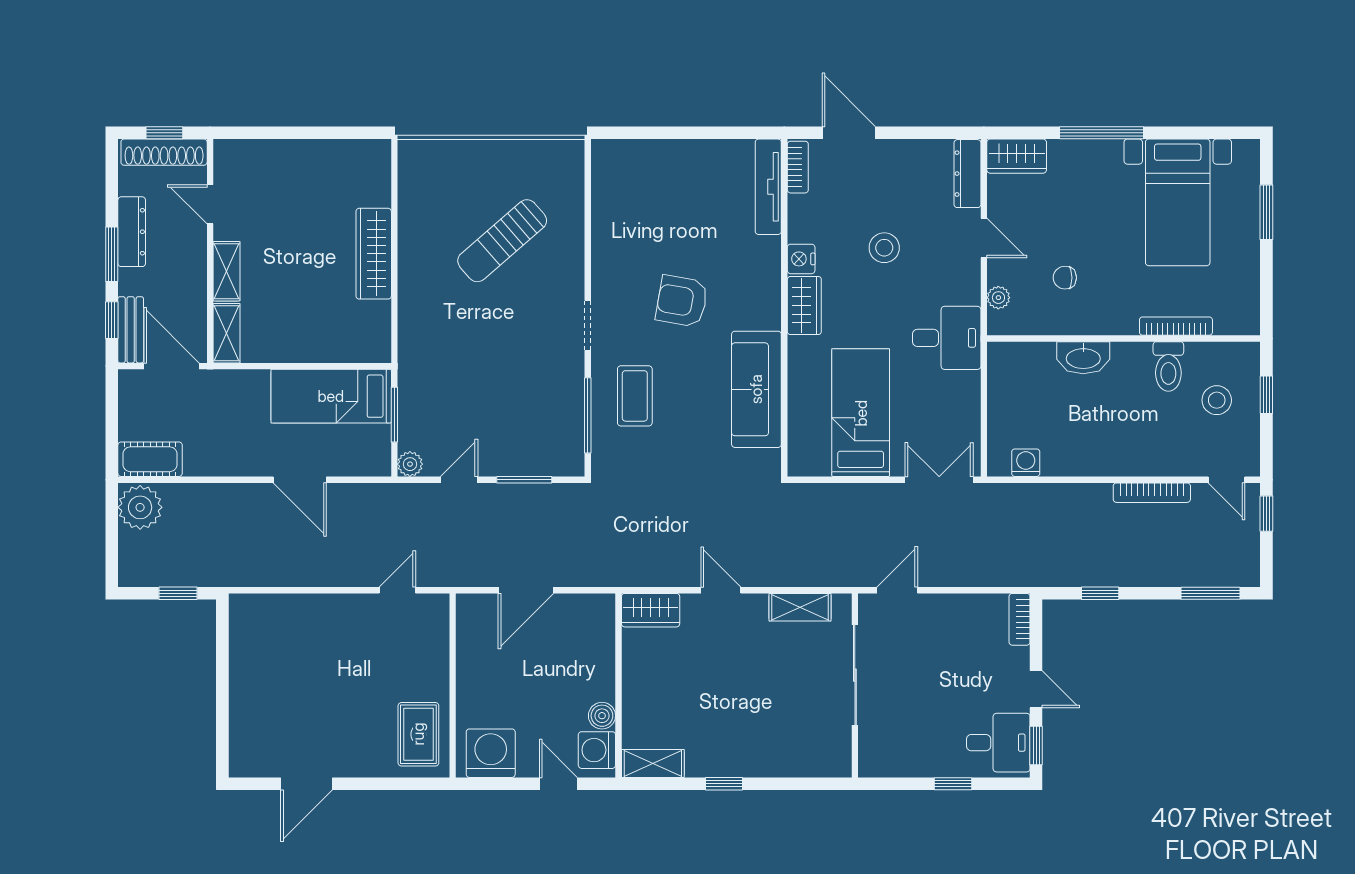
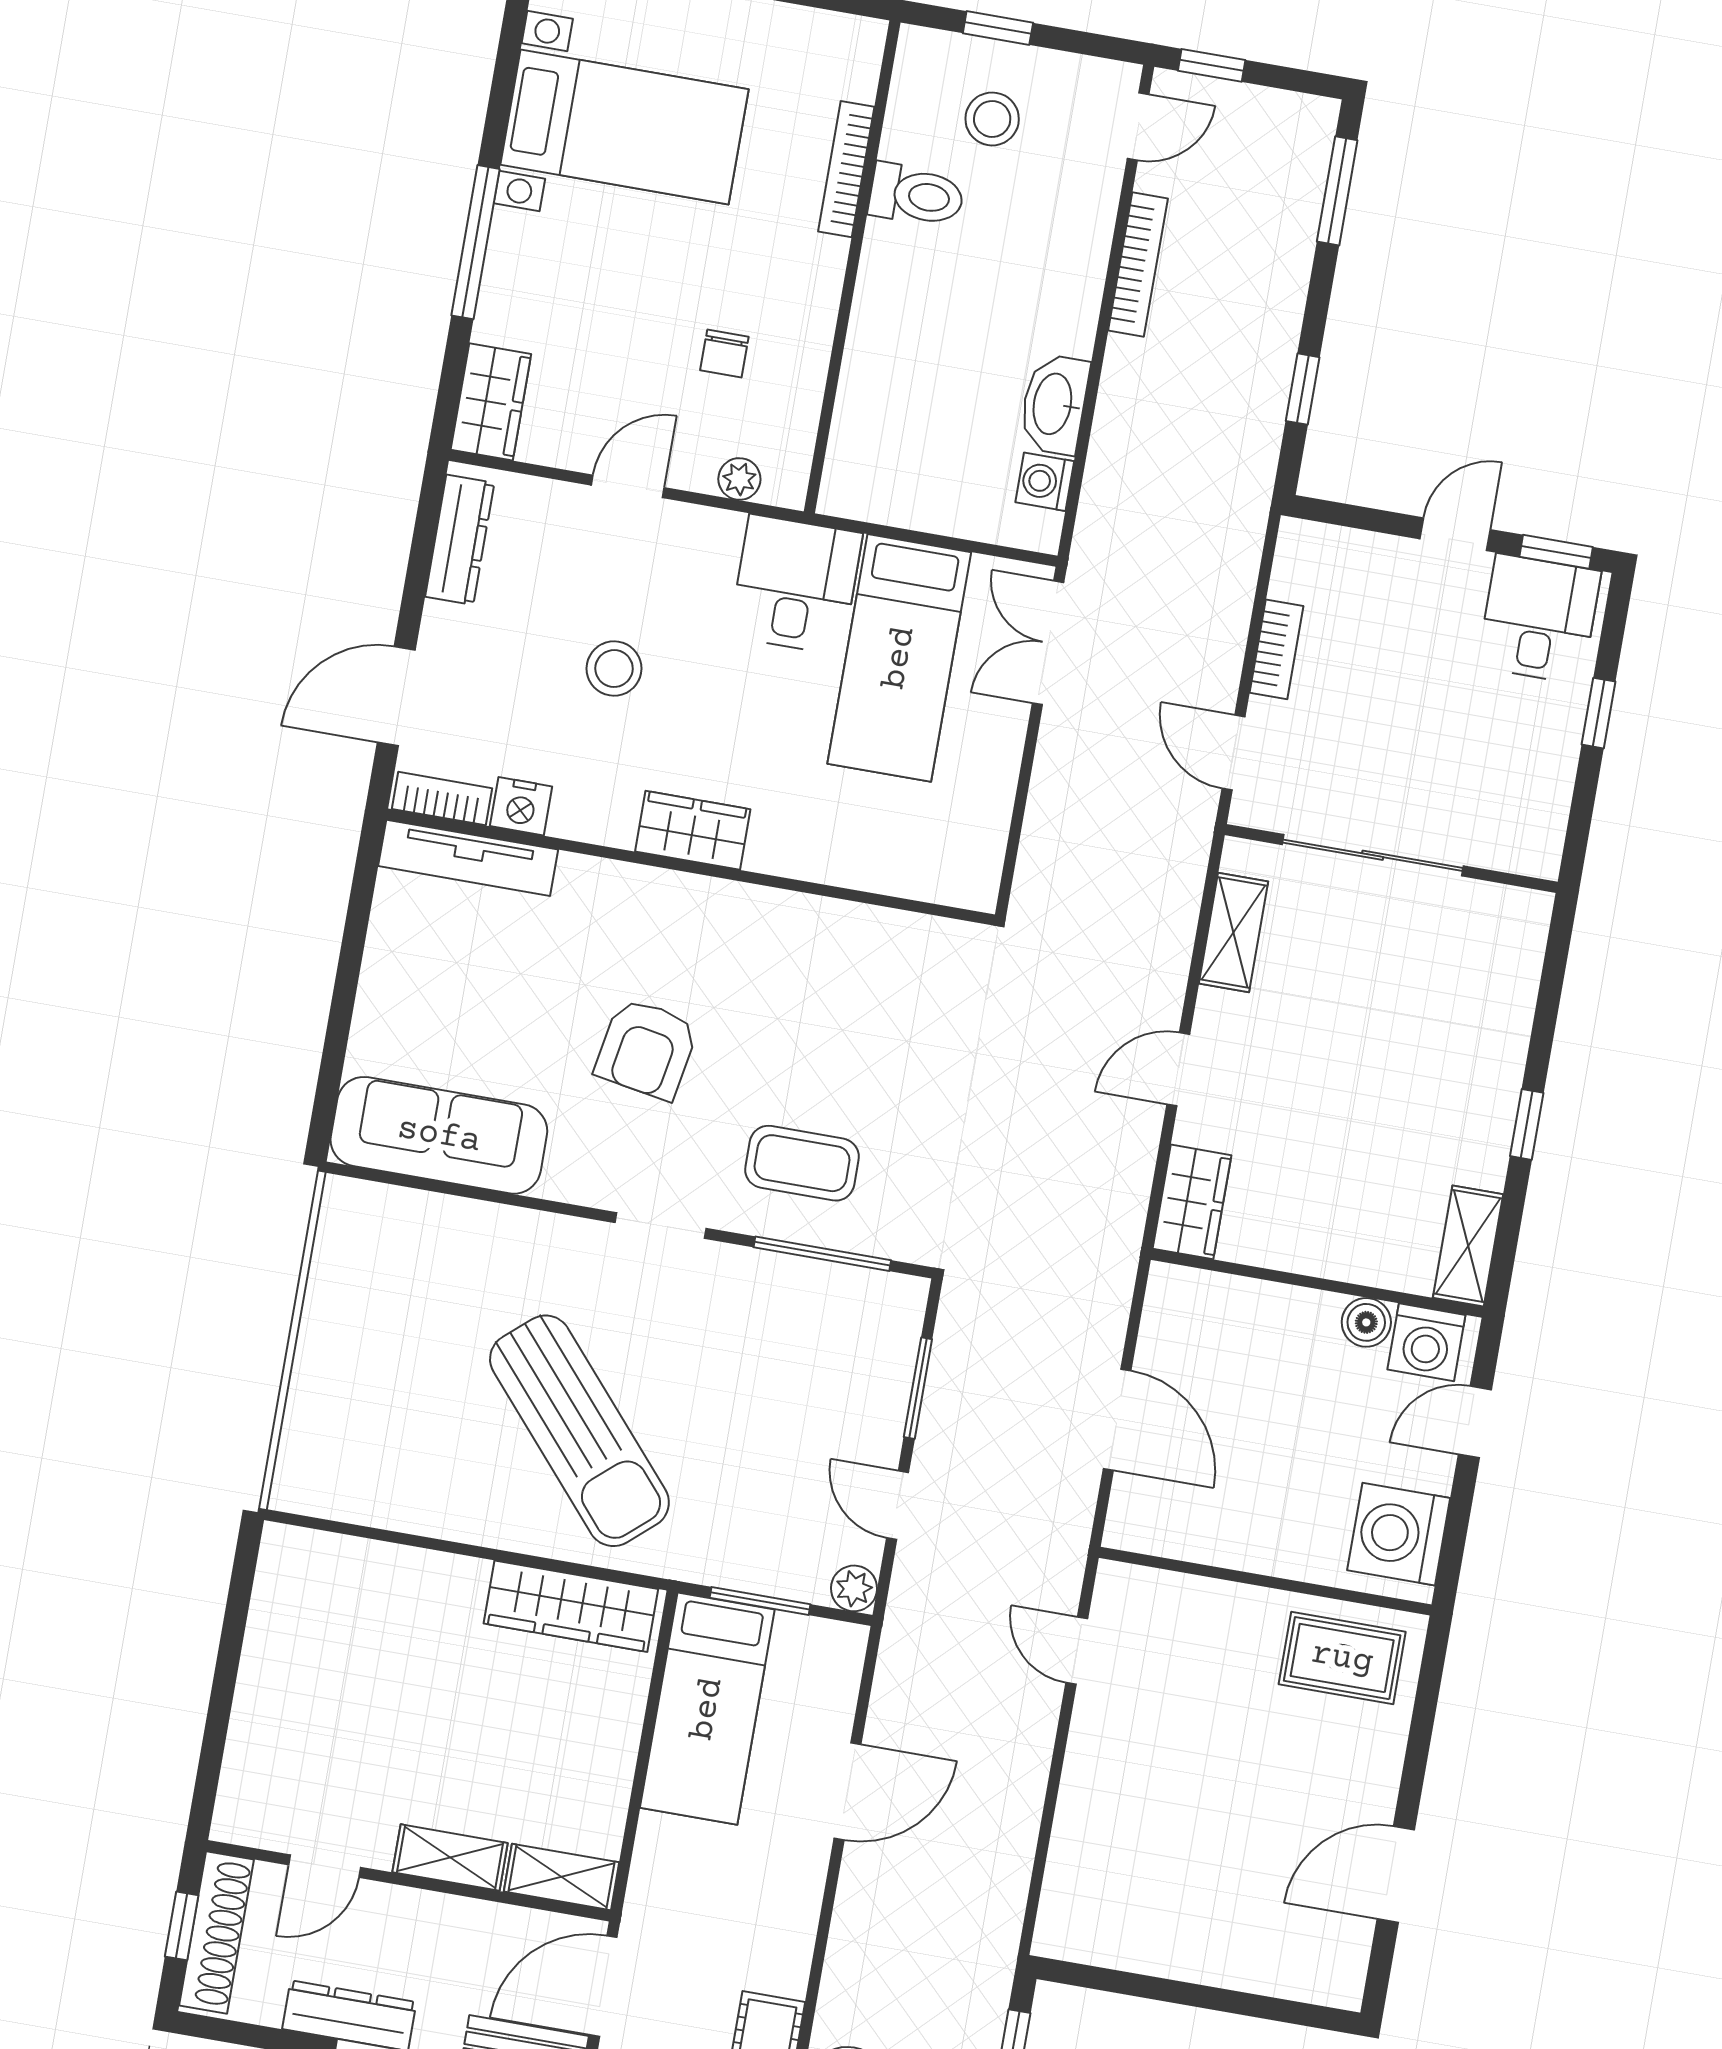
dresser: (967, 174) -> (460, 540), moved, turned -90
sun lounger: (502, 241) -> (579, 1431), moved, width x1.36, depth x1.34
wardrobe: (374, 254) -> (571, 1606), moved
nightstand: (801, 259) -> (521, 806), moved
washbasin: (1083, 358) -> (1054, 404), moved, turned 180
sofa: (756, 389) -> (439, 1135), moved, turned 180
bed: (861, 413) -> (899, 658), moved, turned -90
bookcase: (1020, 619) -> (1276, 649), moved, turned -90
door: (307, 784) -> (1396, 1874), swing flipped

